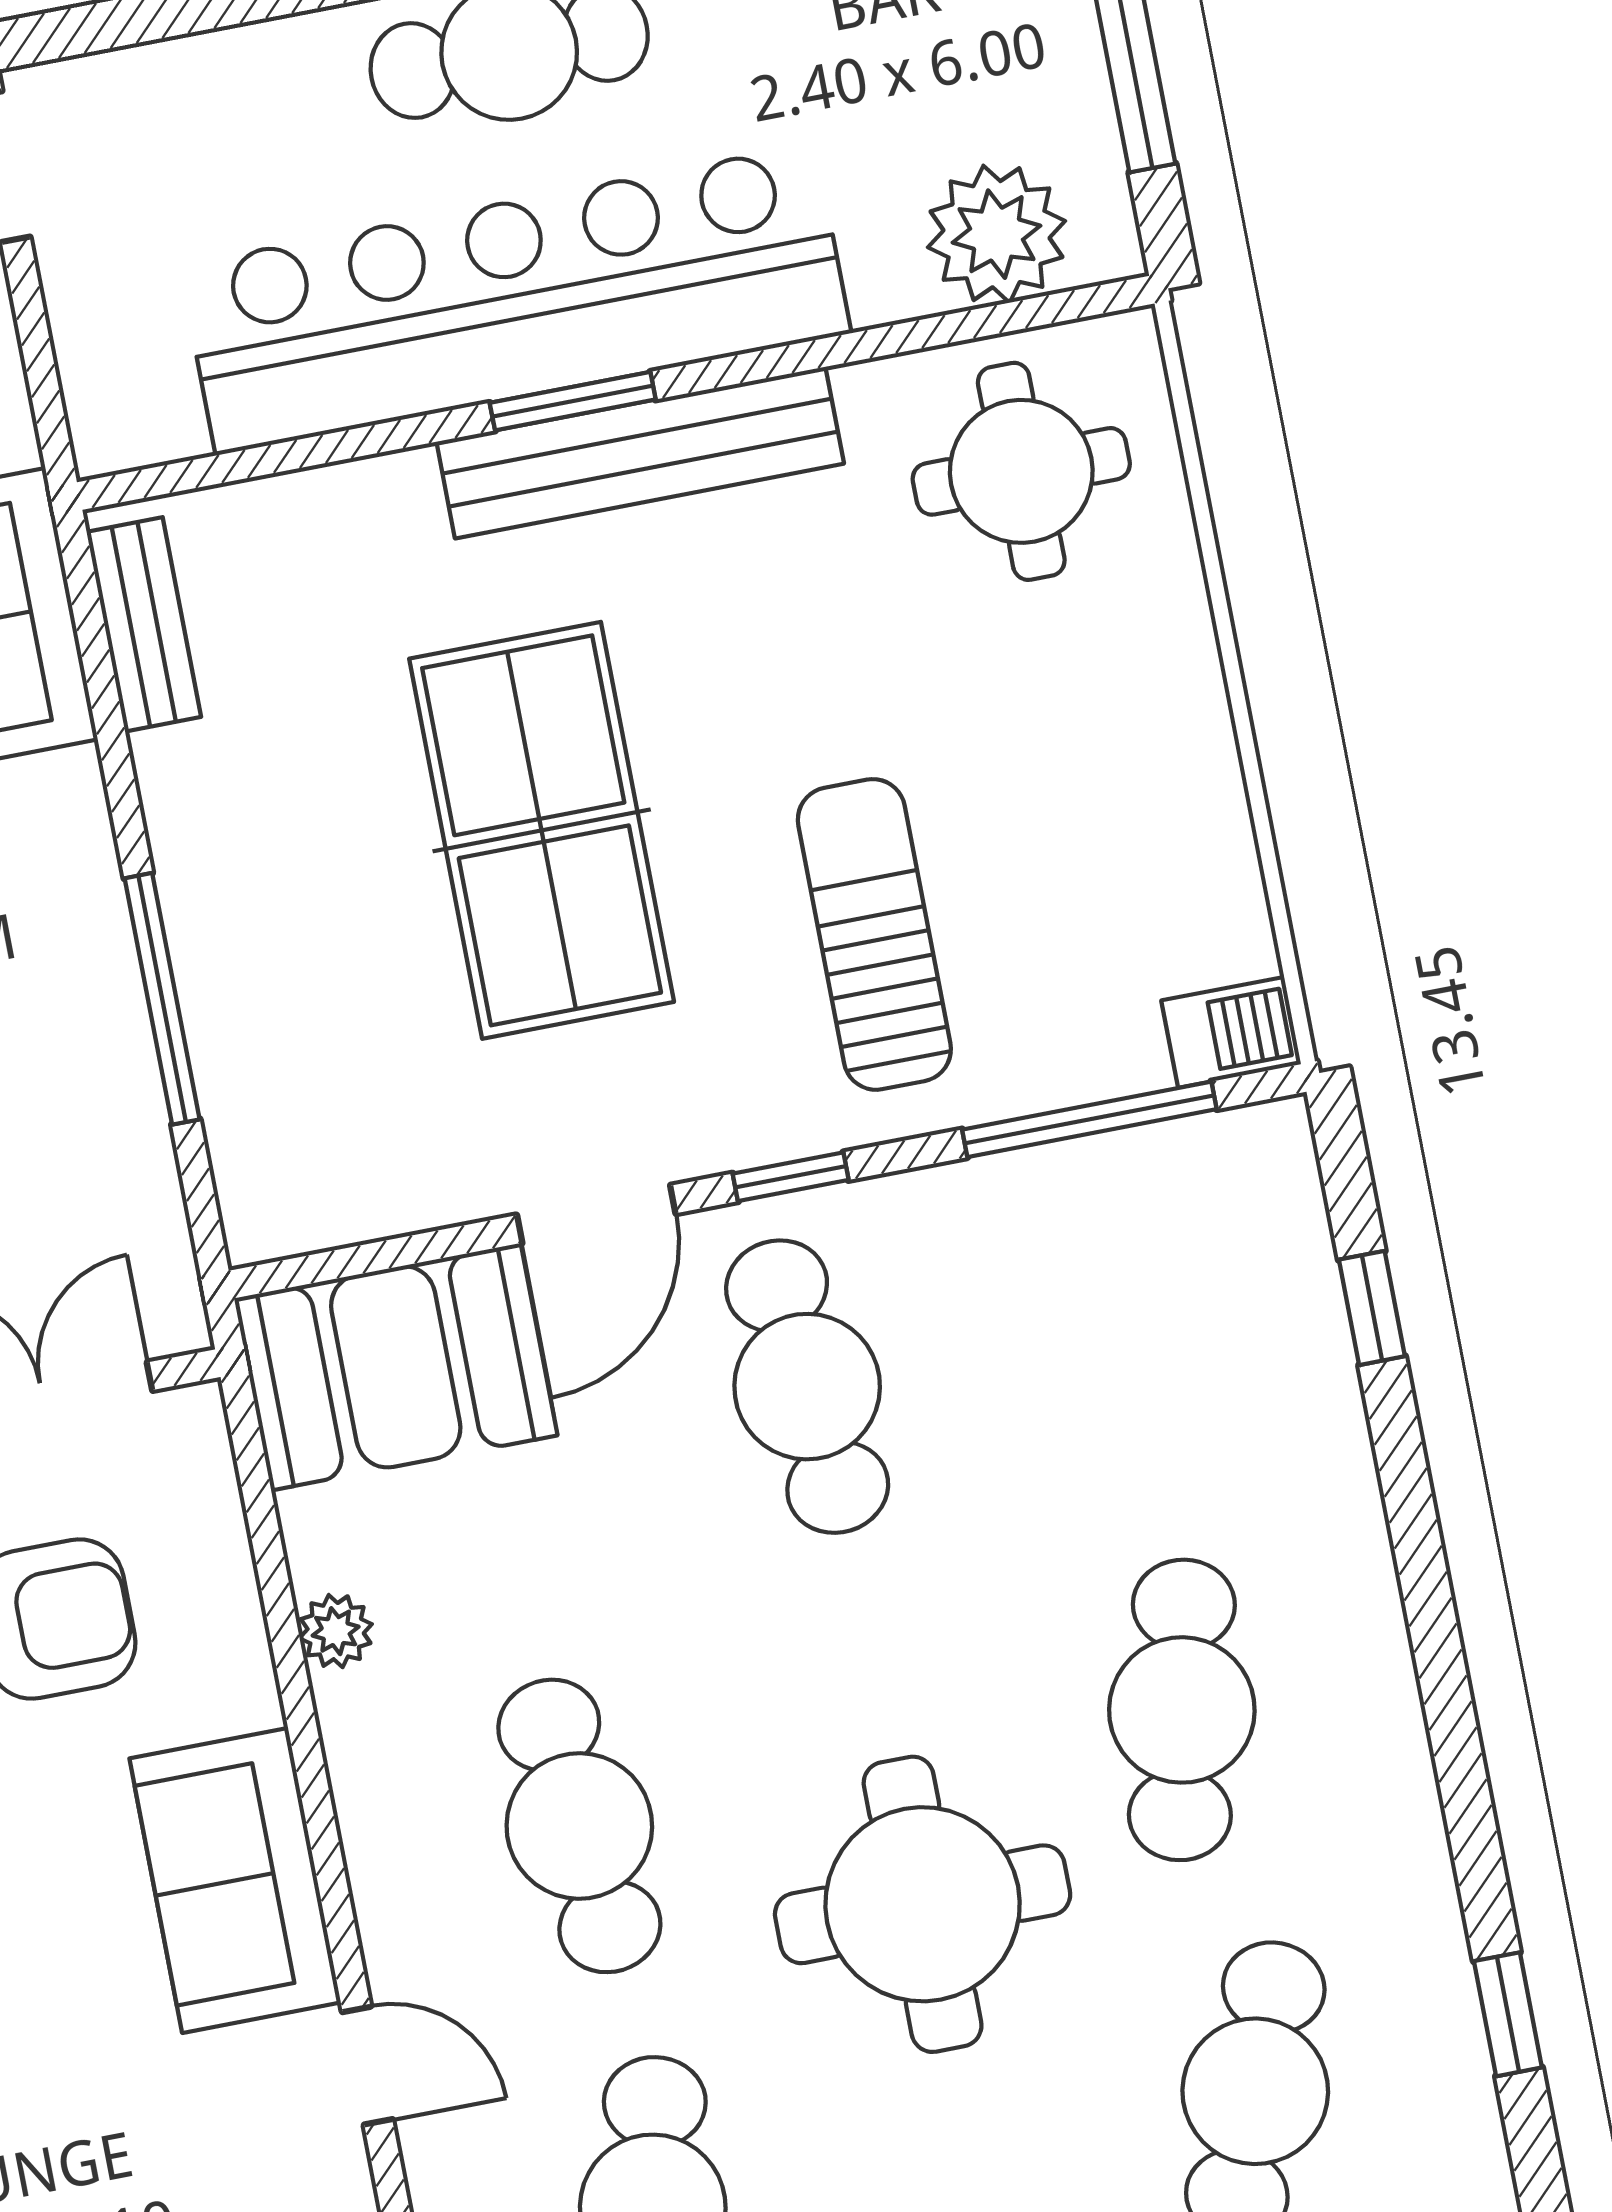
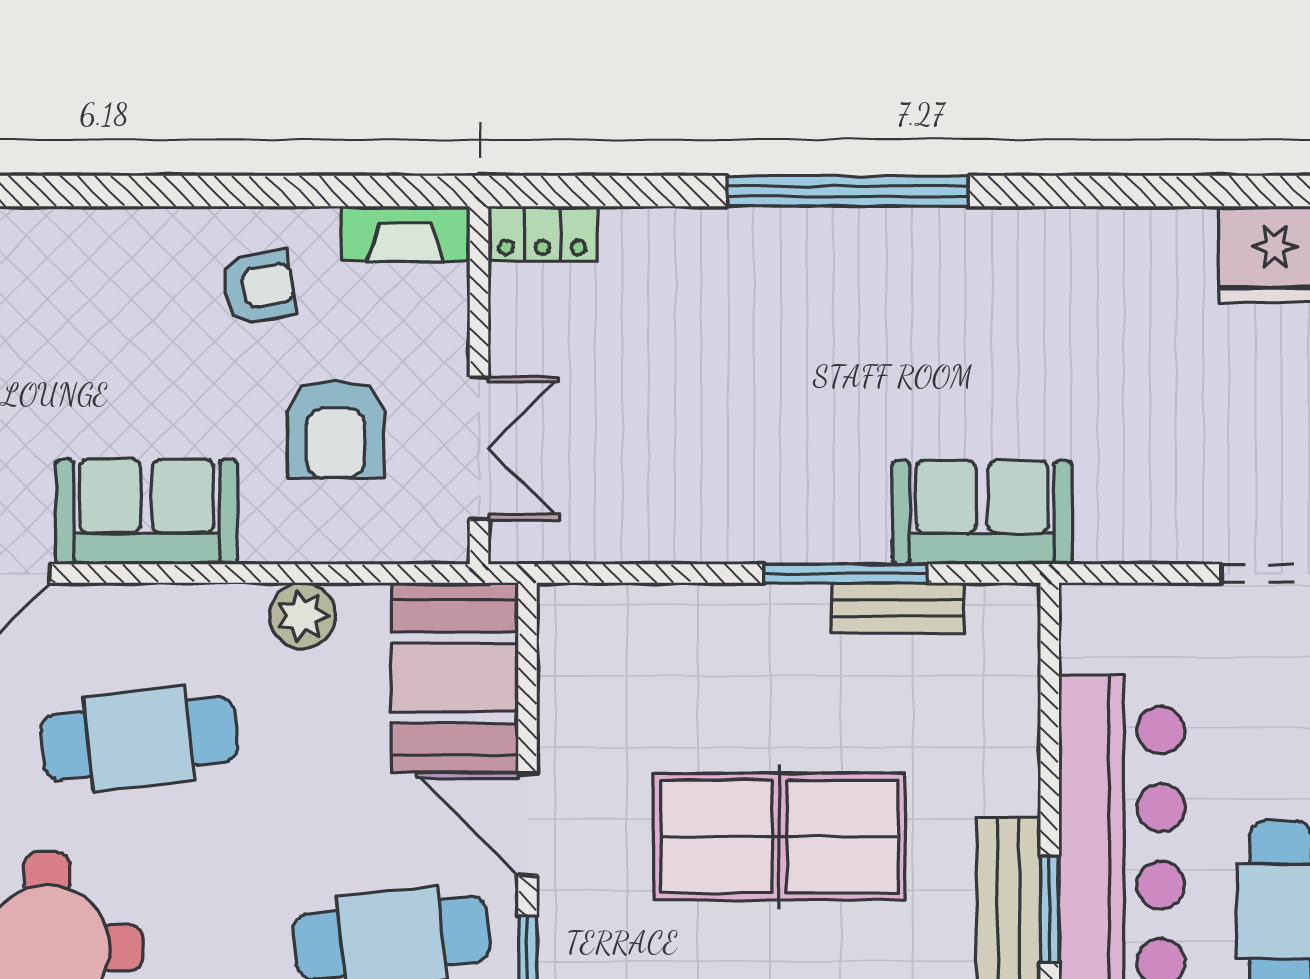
bench: (144, 624) -> (898, 608), moved
window: (162, 999) -> (845, 574), moved
plant: (336, 1631) -> (302, 616), width x1.38, depth x1.38

